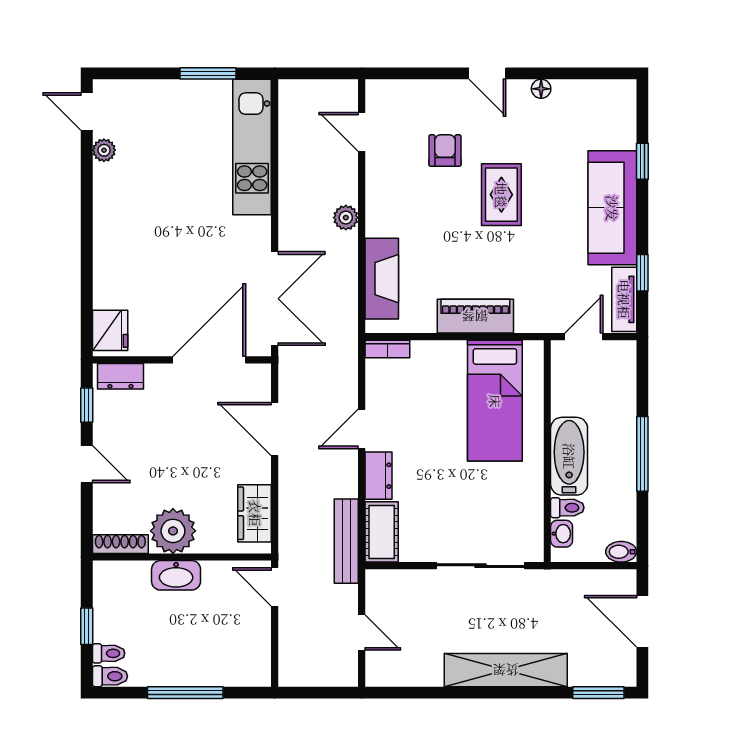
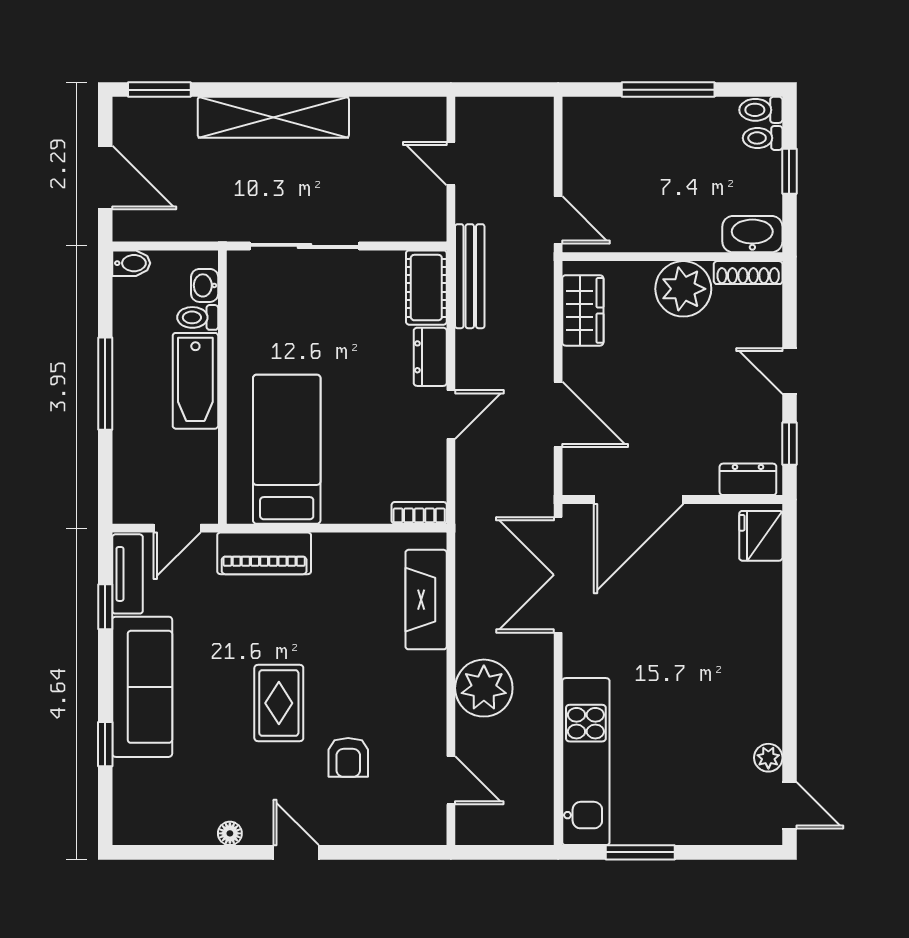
plant: (346, 218) -> (484, 688), width x1.88, depth x1.88
piano: (475, 316) -> (264, 553), moved
washbasin: (176, 575) -> (752, 234), moved

